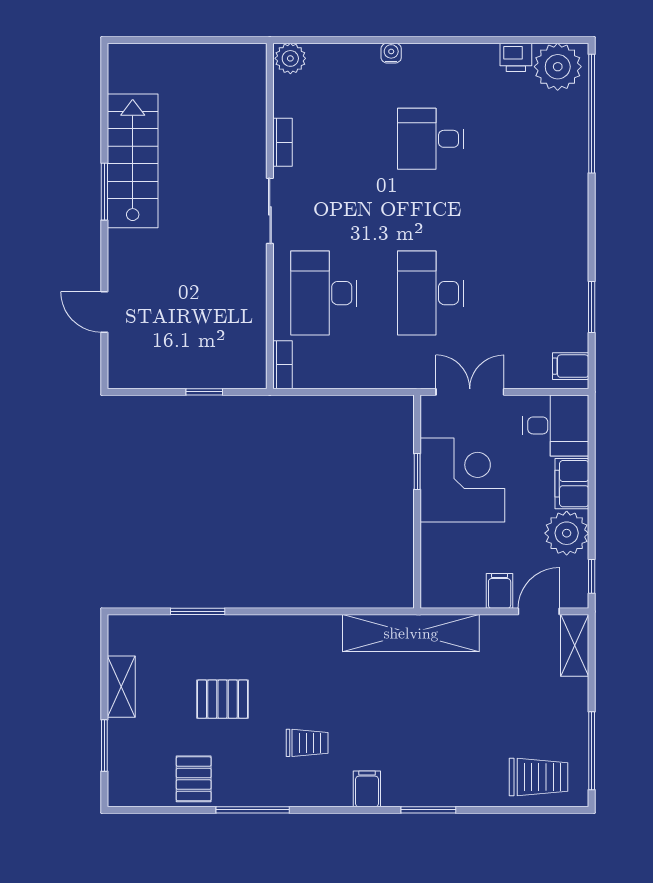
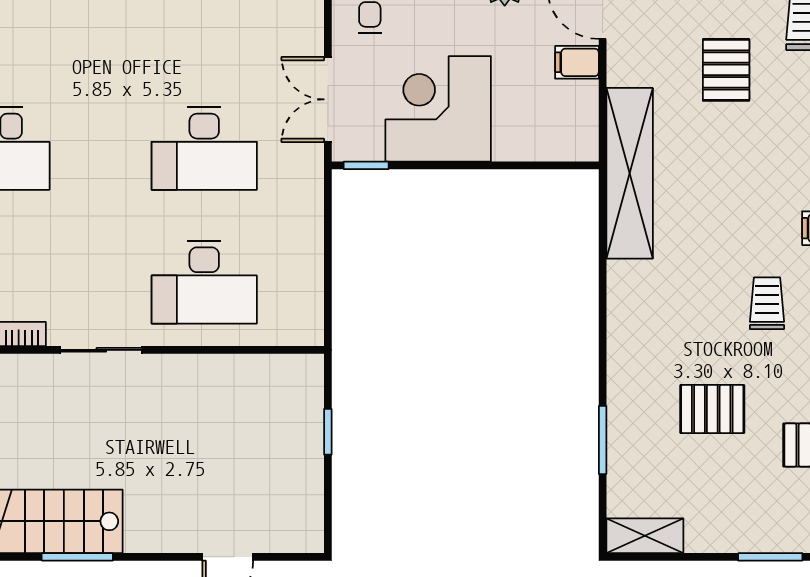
bookcase: (282, 365) -> (294, 334), removed
window: (417, 472) -> (366, 165), moved
shelving: (121, 687) -> (645, 536), moved
pallet: (222, 699) -> (712, 409), turned 90
pallet: (493, 710) -> (726, 70), added

